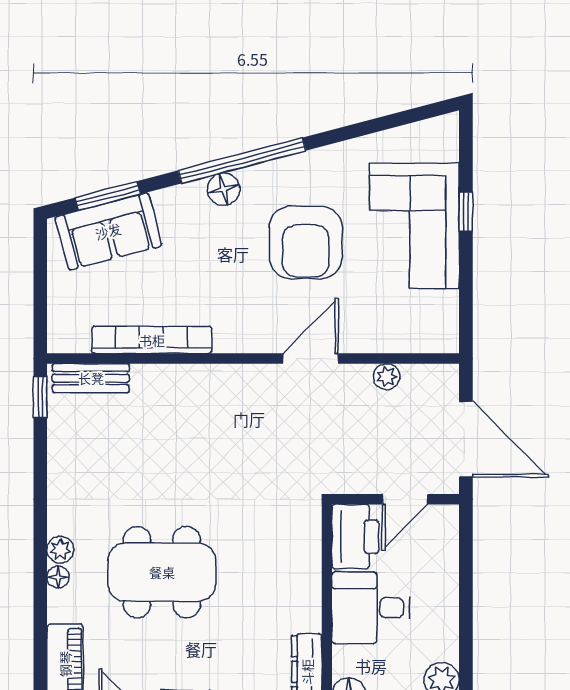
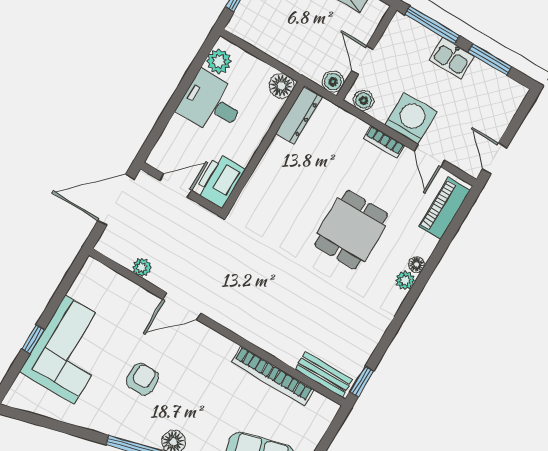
armchair: (306, 242) -> (142, 379), width x0.53, depth x0.53
door: (466, 439) -> (116, 200), hinge flipped
dining table: (162, 572) -> (351, 230), width x0.73
desk: (371, 608) -> (211, 104), moved, turned 180

